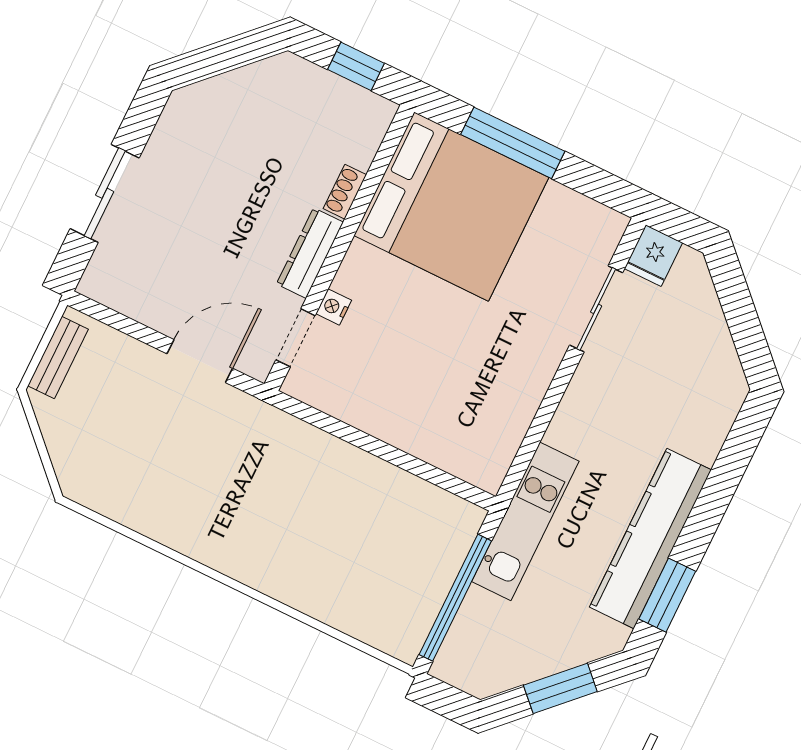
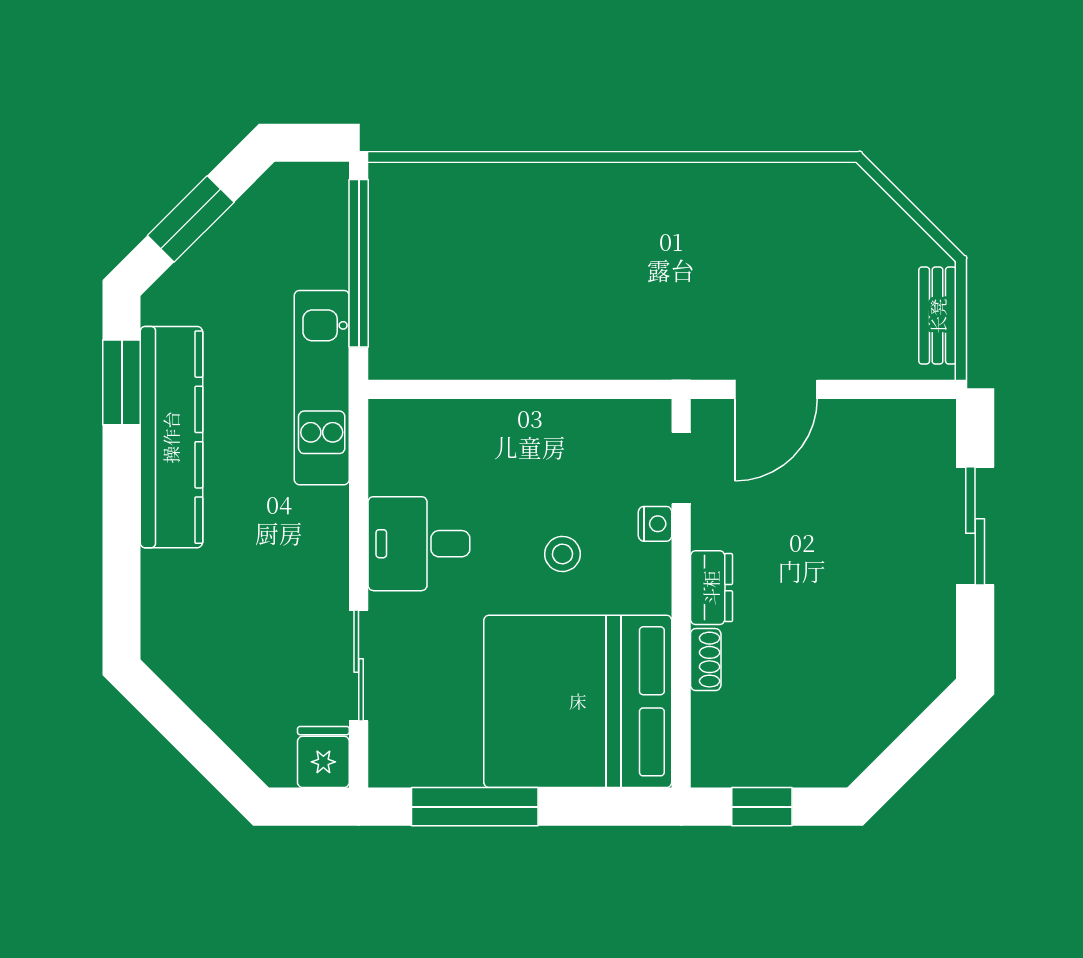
window: (513, 143) -> (475, 807), moved
dresser: (310, 253) -> (711, 588), width x0.70
stool: (411, 318) -> (562, 554), added
desk: (510, 375) -> (419, 544), added

